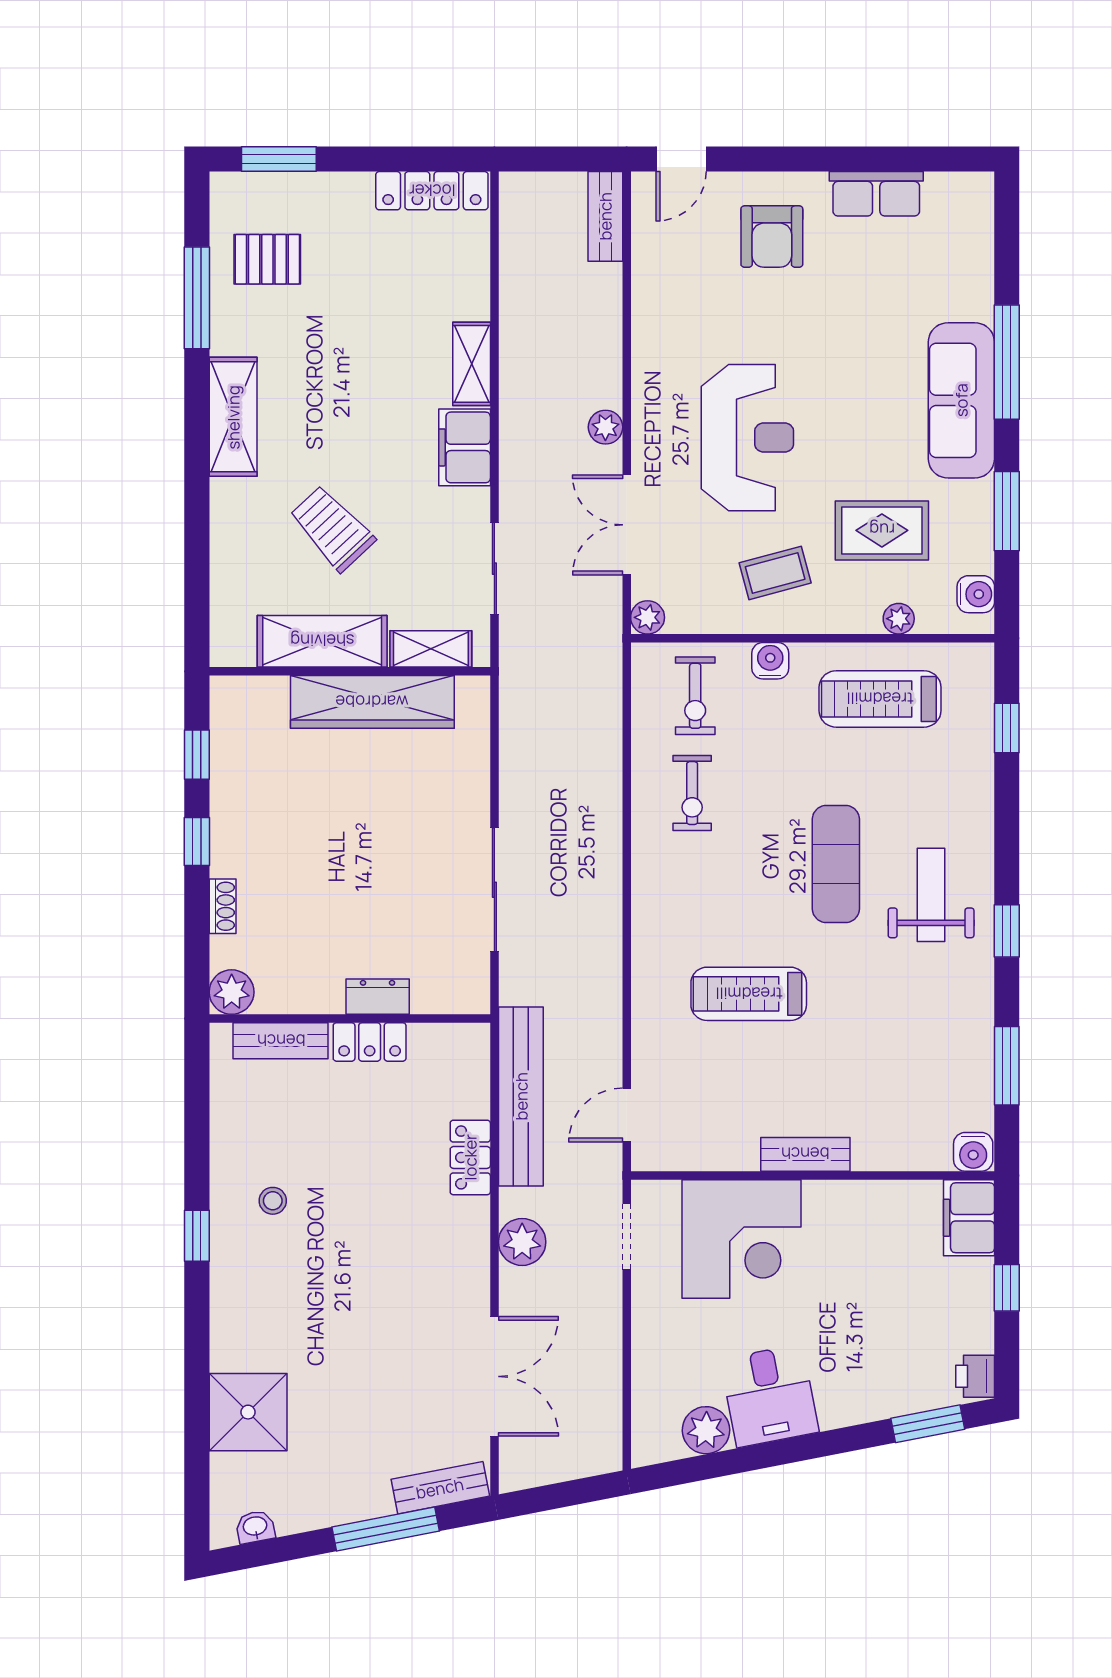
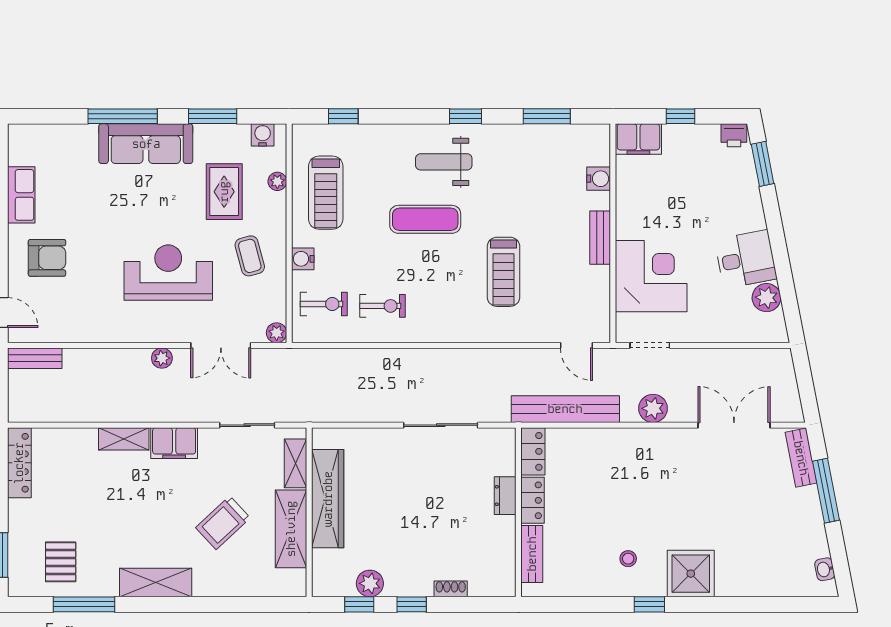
plant: (232, 992) -> (370, 583), moved
water cooler: (973, 1152) -> (599, 179), moved
locker: (470, 1157) -> (533, 451), moved, turned -90
shower: (248, 1412) -> (691, 574), moved

